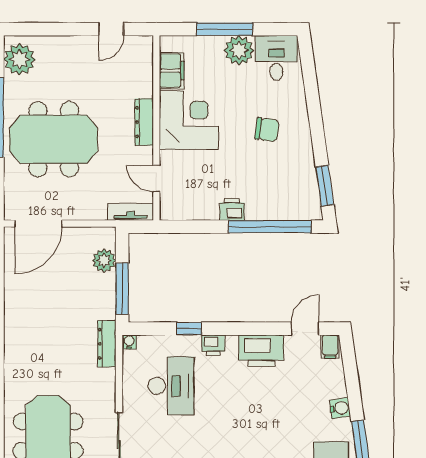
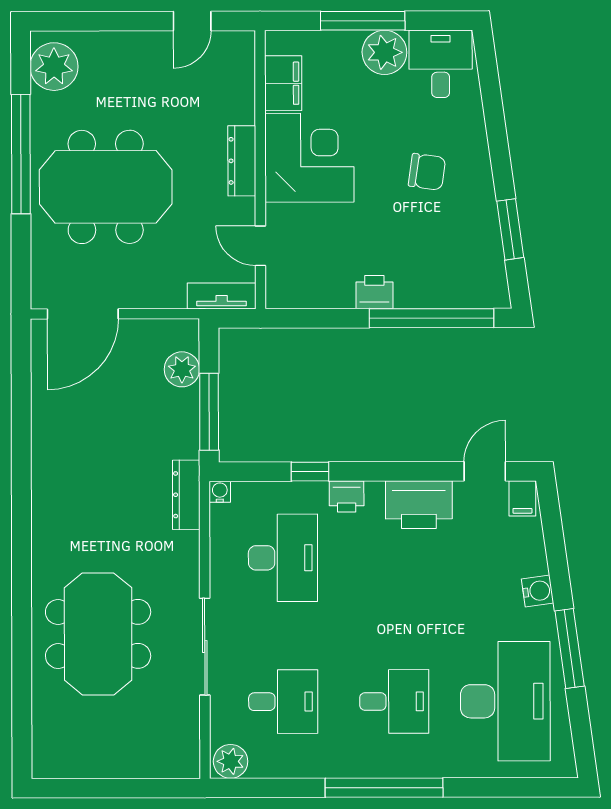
window: (325, 186) -> (510, 229), moved

